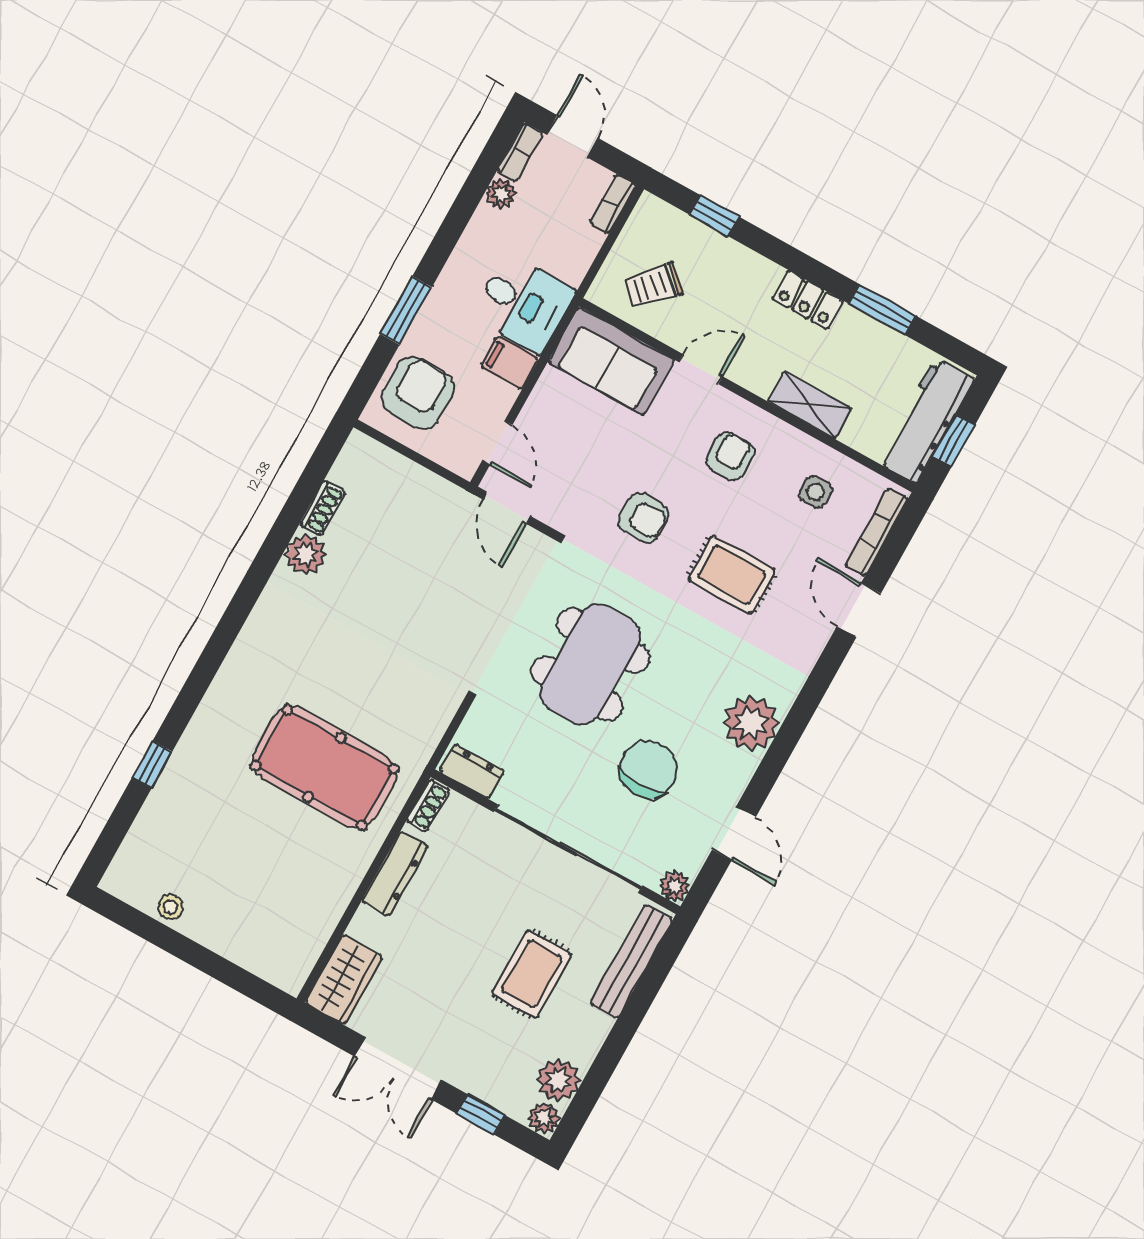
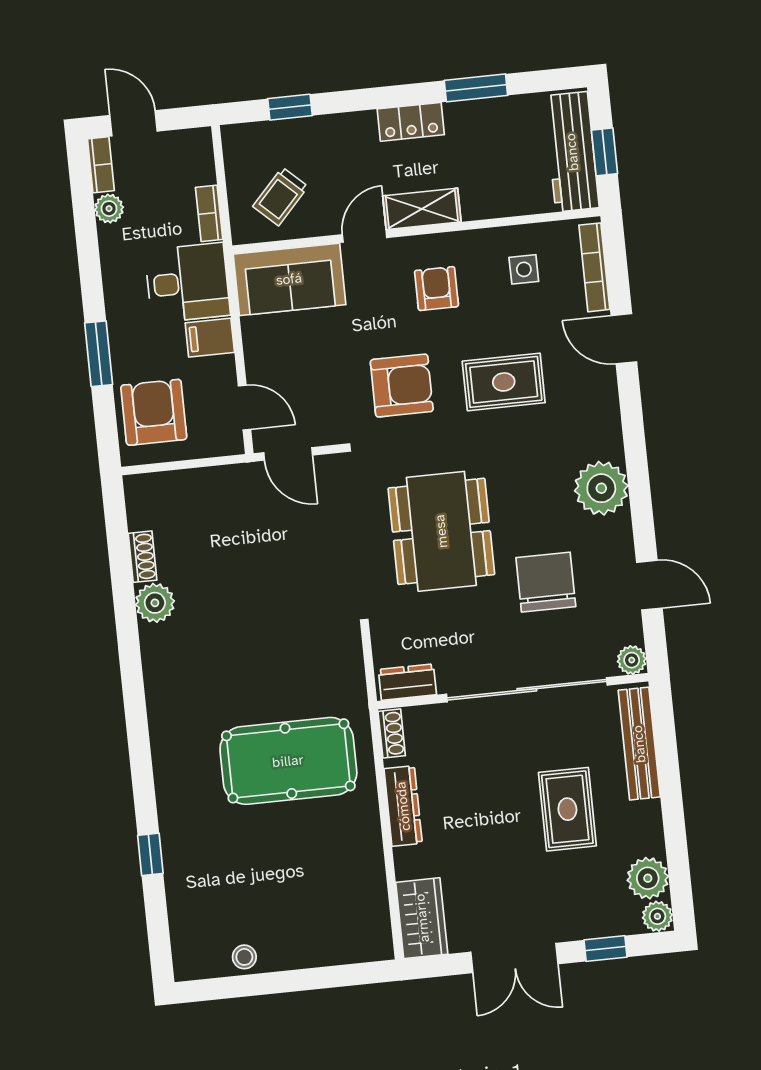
bookcase: (613, 204) -> (209, 213), moved
shelving: (810, 405) -> (422, 209), moved
armchair: (643, 518) -> (402, 386), width x1.38, depth x1.38

